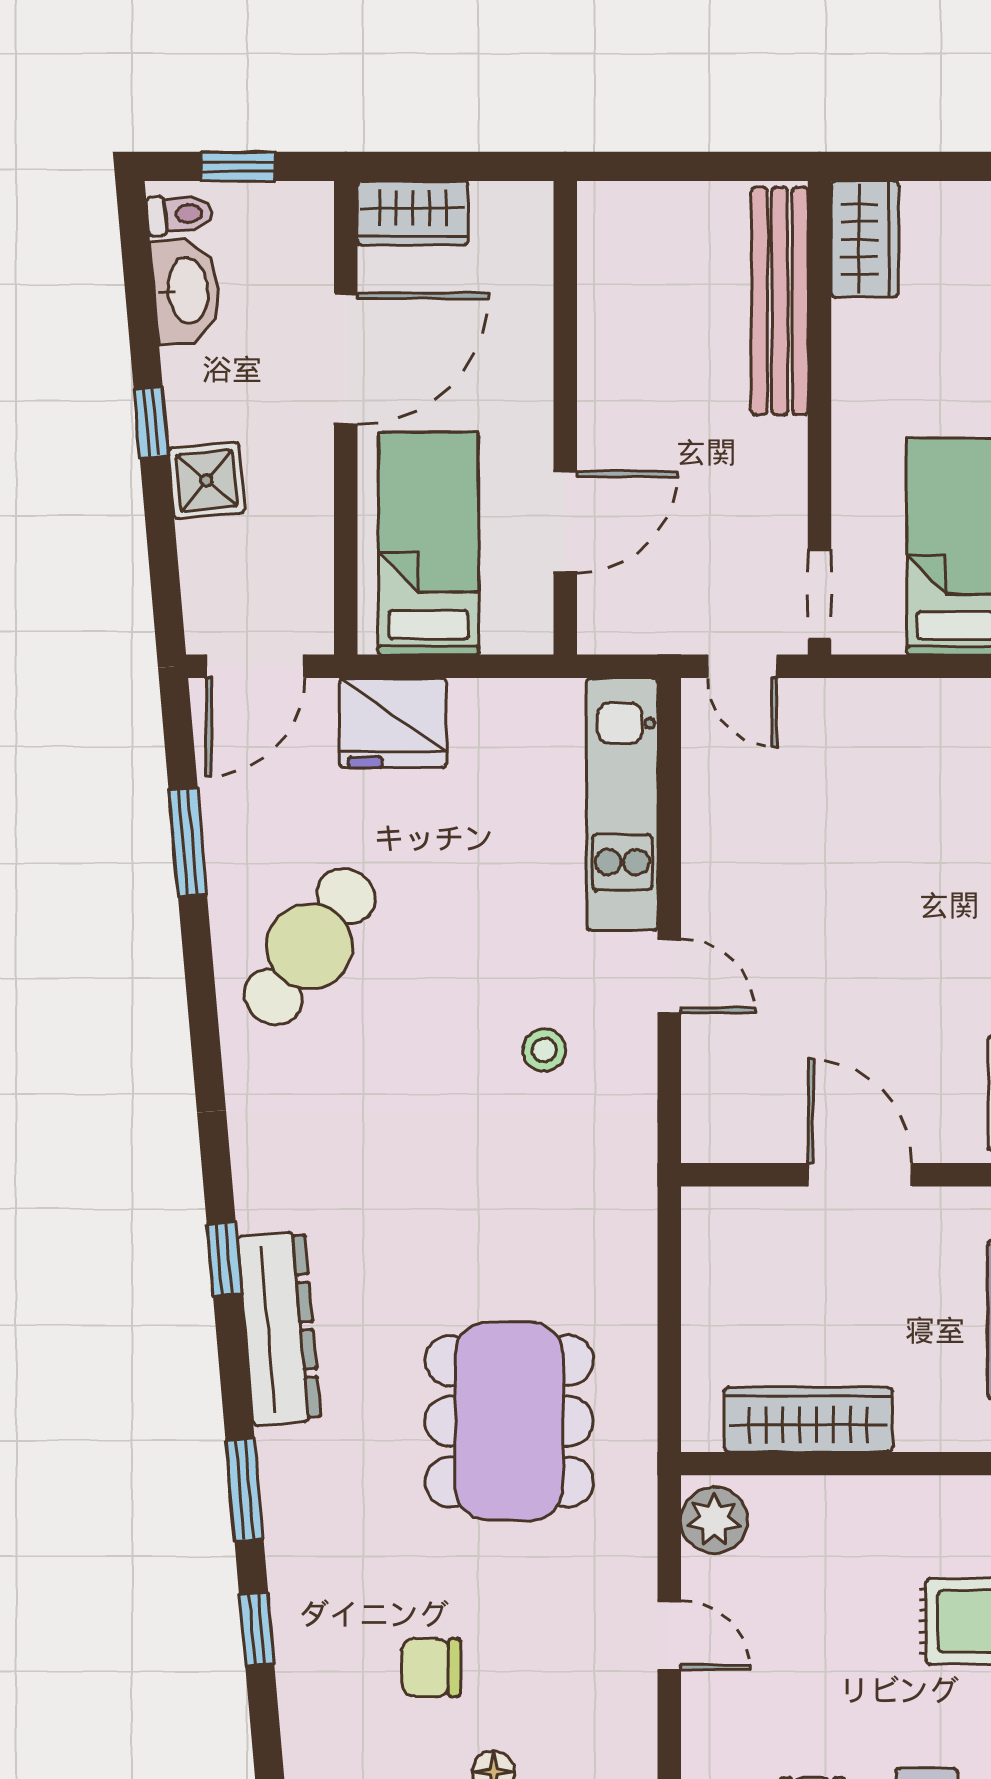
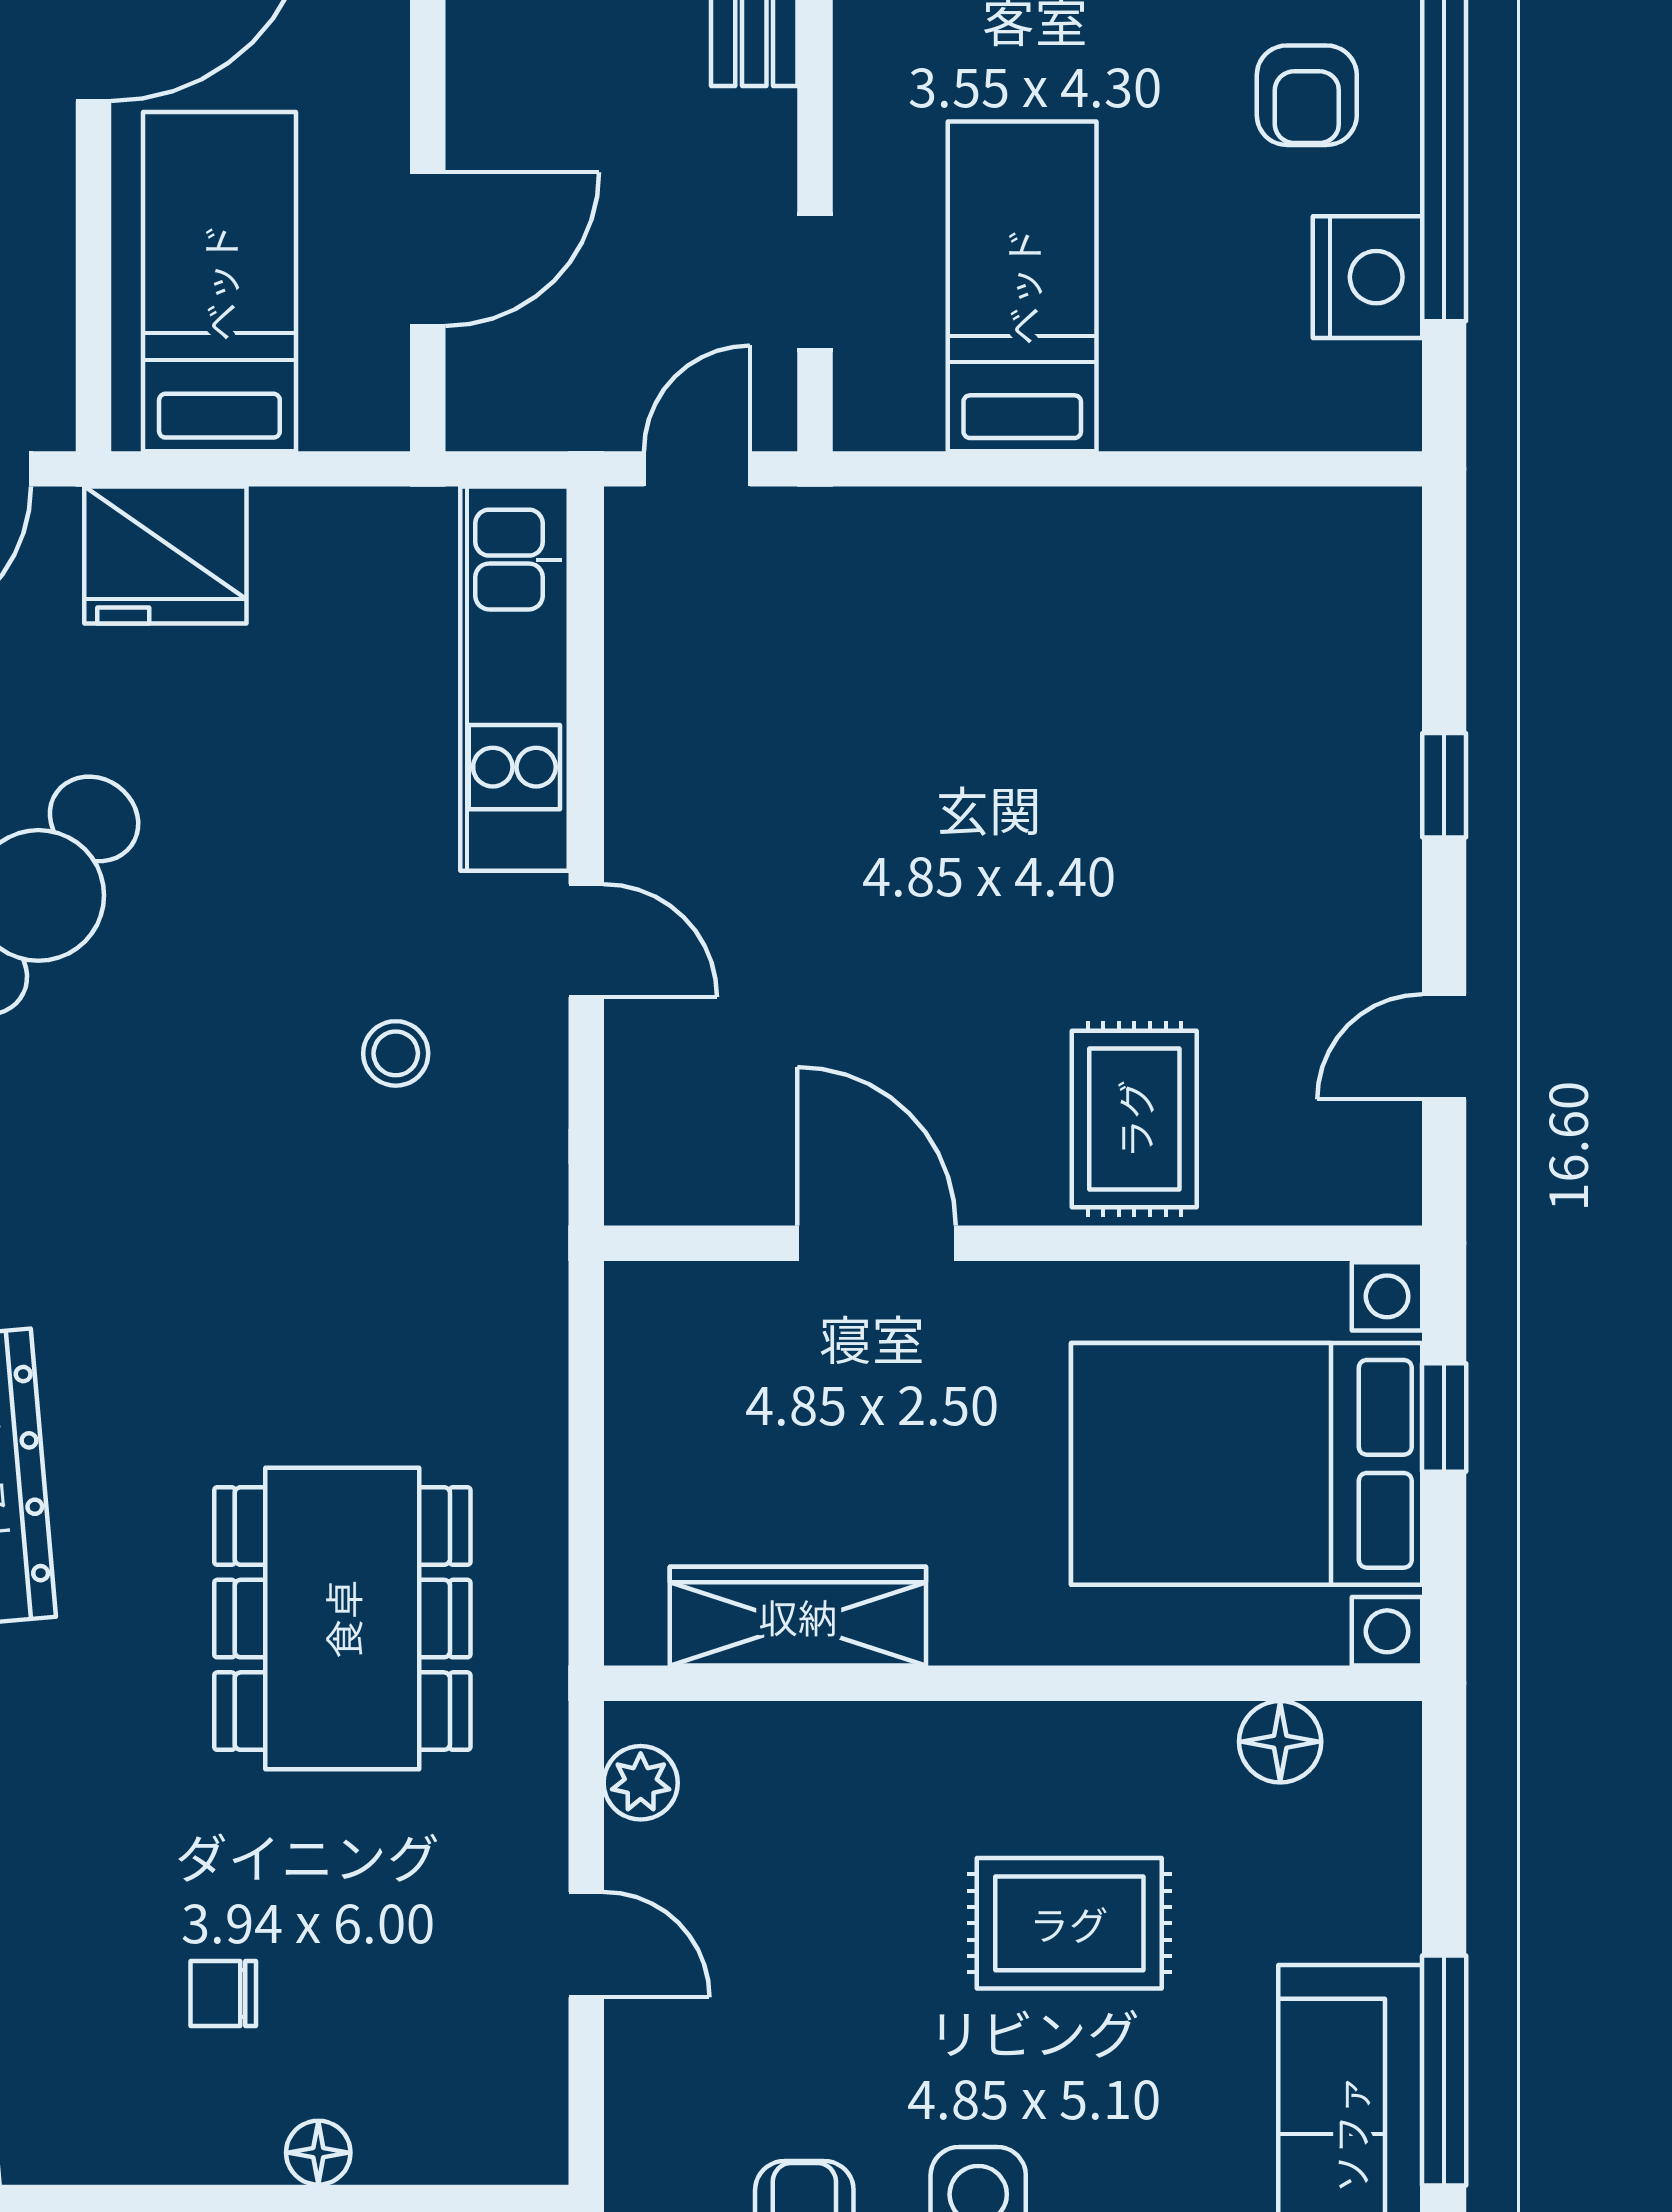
doorway: (820, 595) -> (815, 282), moved
door: (742, 666) -> (697, 469), swing flipped
plant: (714, 1520) -> (641, 1783), width x0.73, depth x0.73
chair: (431, 1667) -> (223, 1993), width x0.73, depth x0.73

